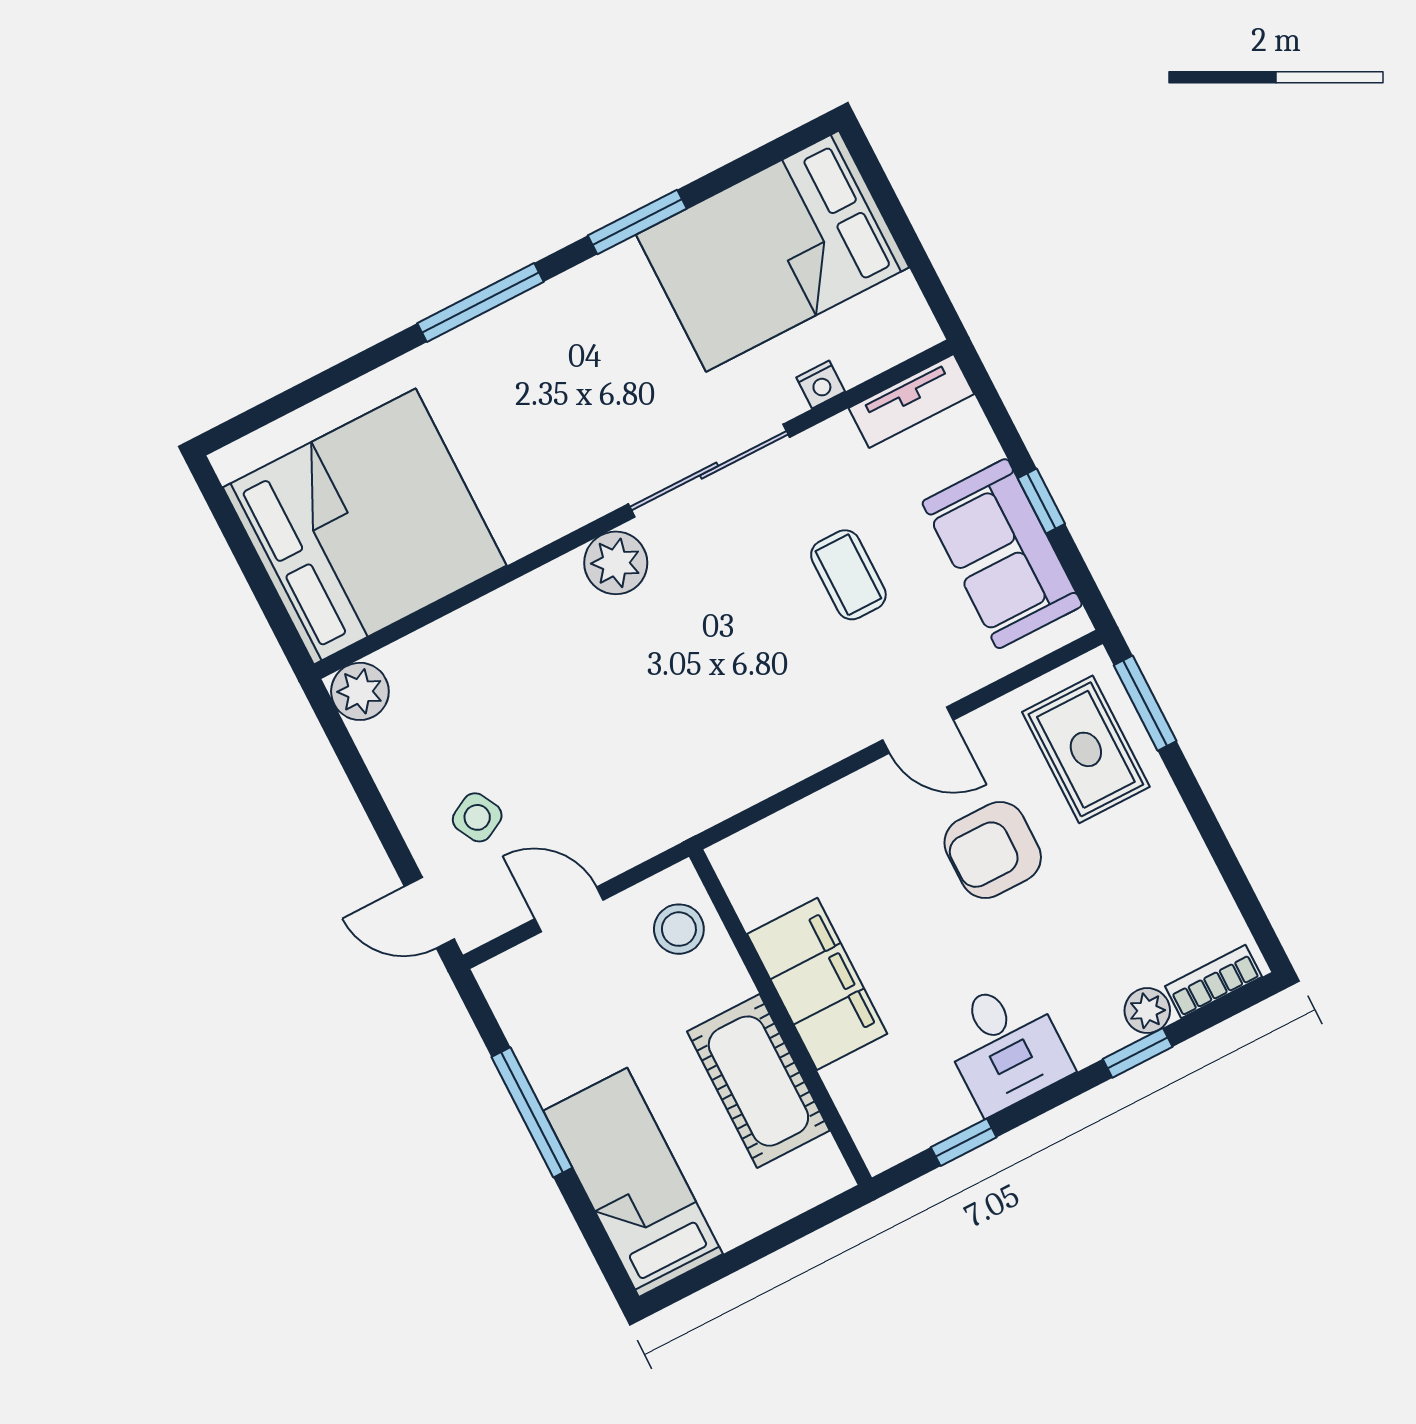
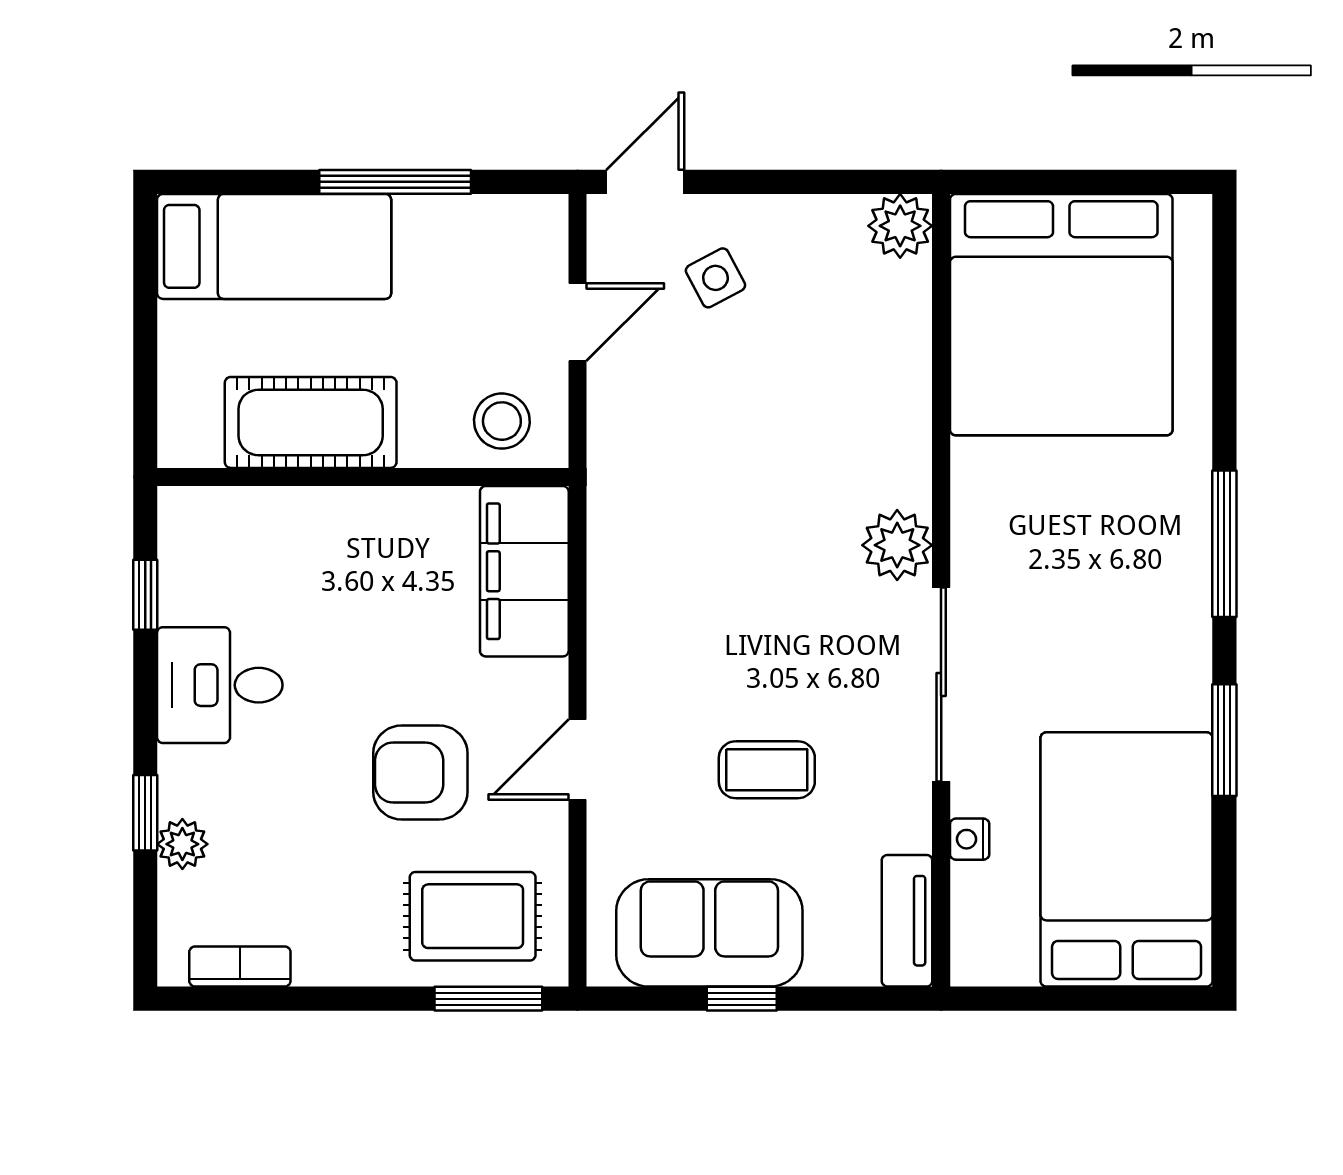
armchair: (993, 850) -> (420, 773), turned -90
bookcase: (1213, 982) -> (240, 967), moved, turned -90
filing cabinet: (817, 984) -> (524, 571), moved, turned 90

